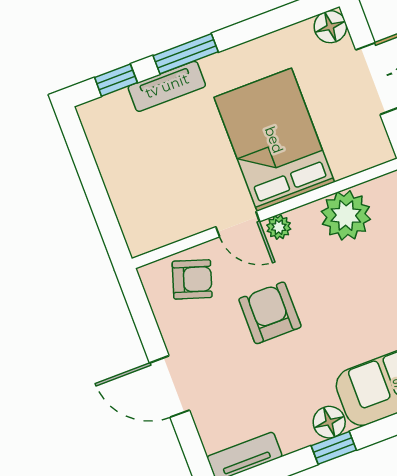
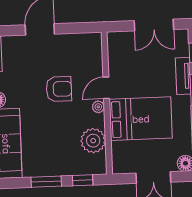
double door: (89, 174) -> (154, 25), added
armchair: (192, 279) -> (87, 57), removed

